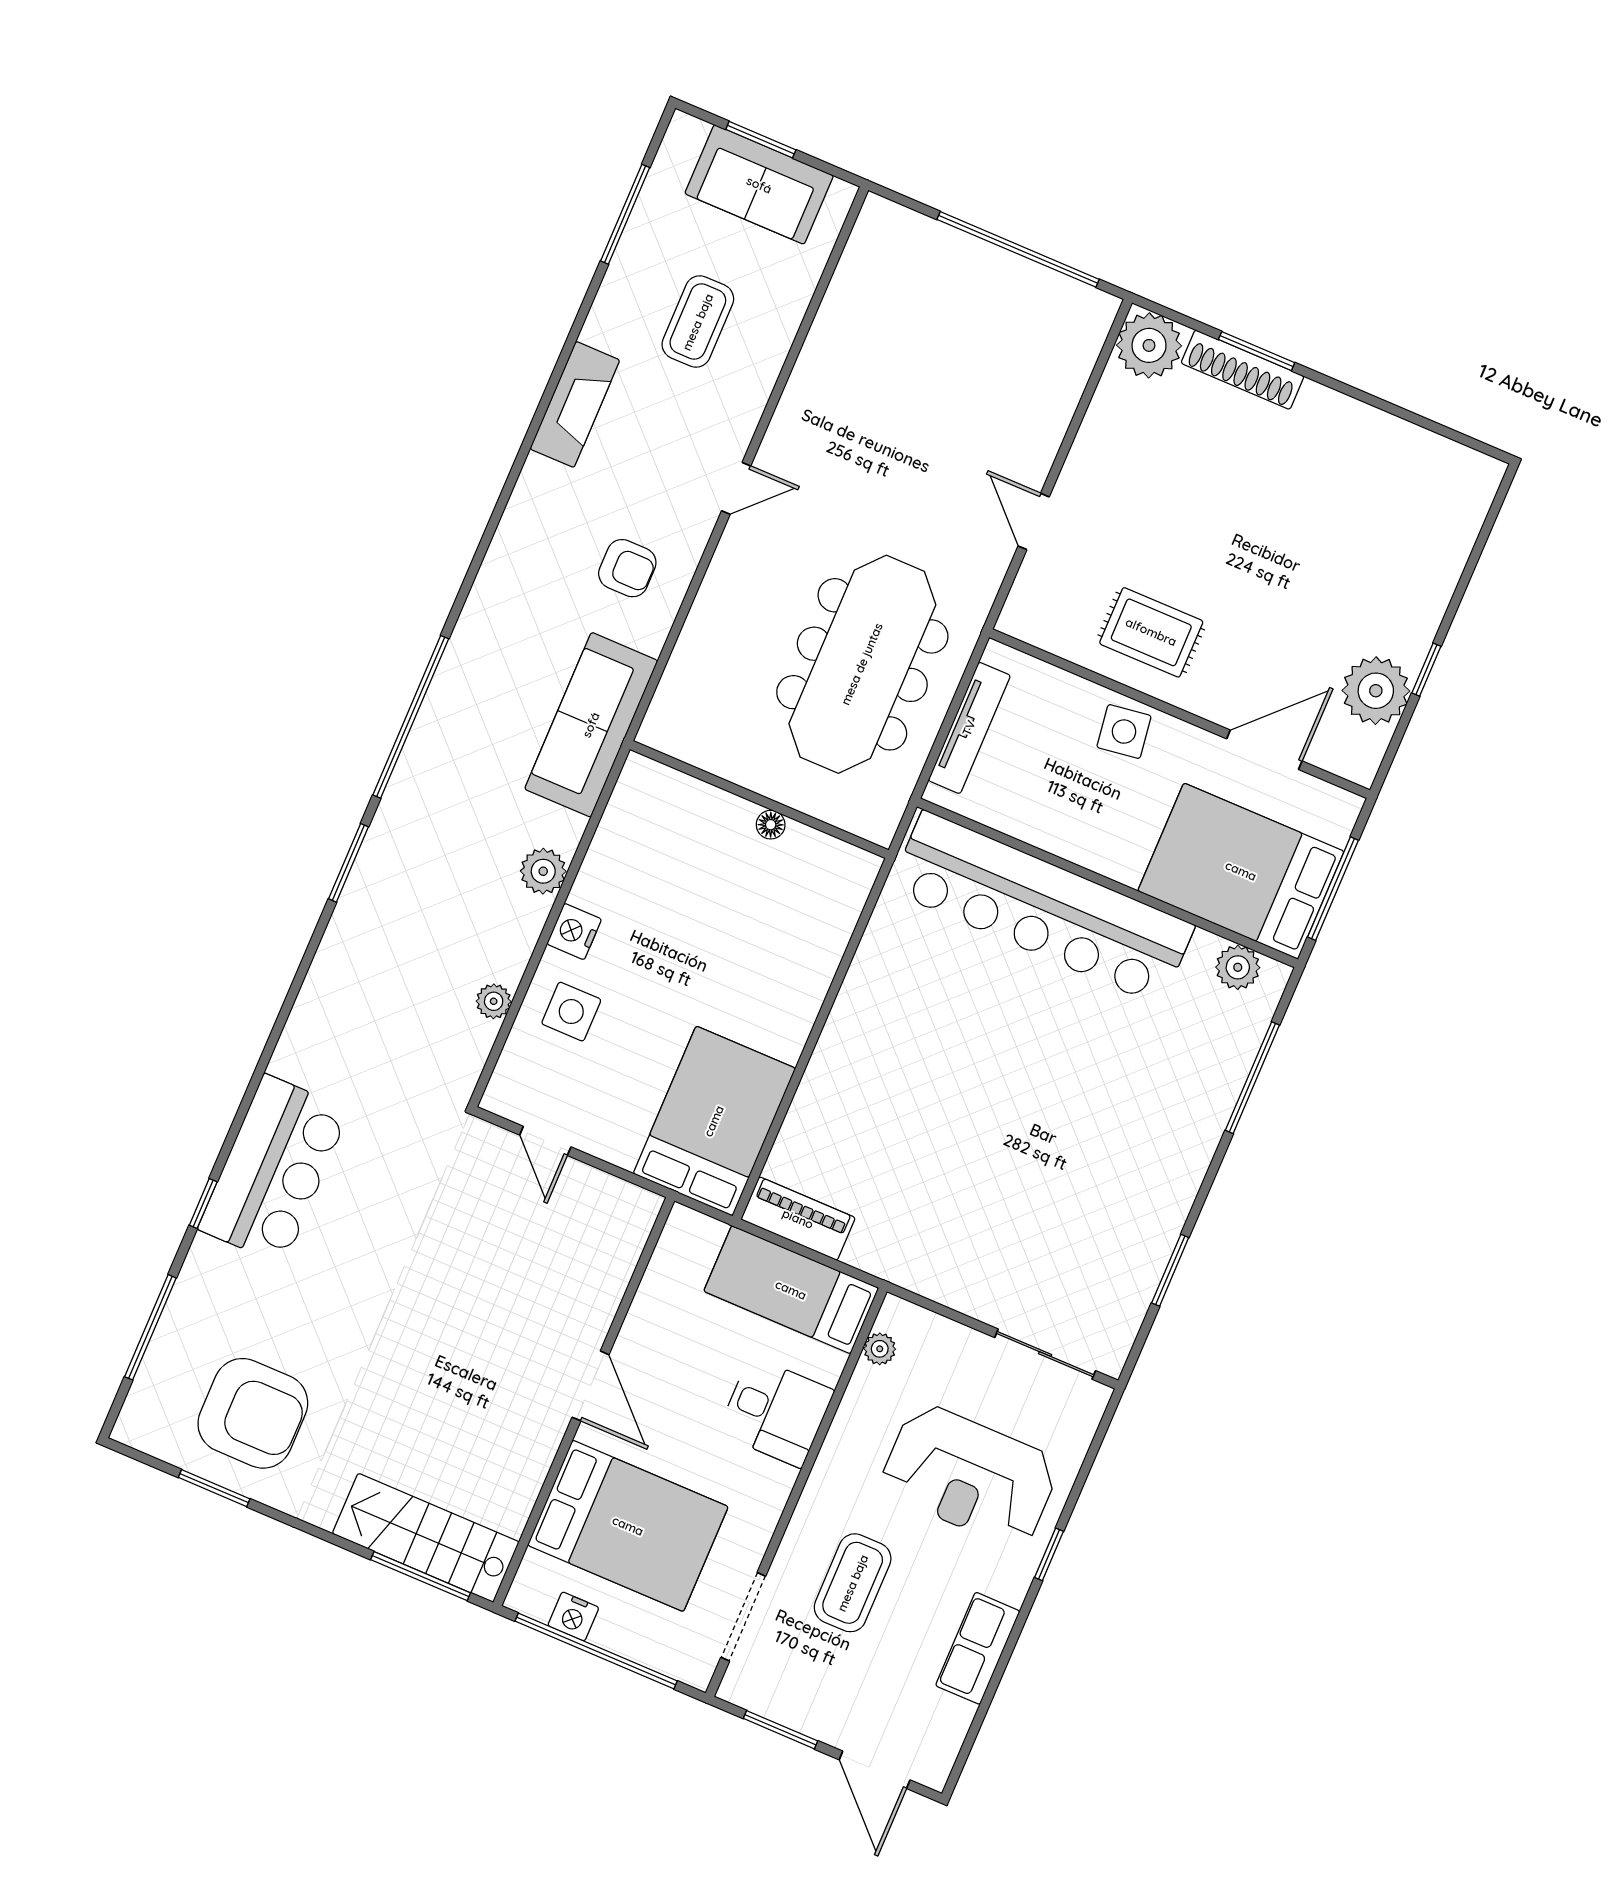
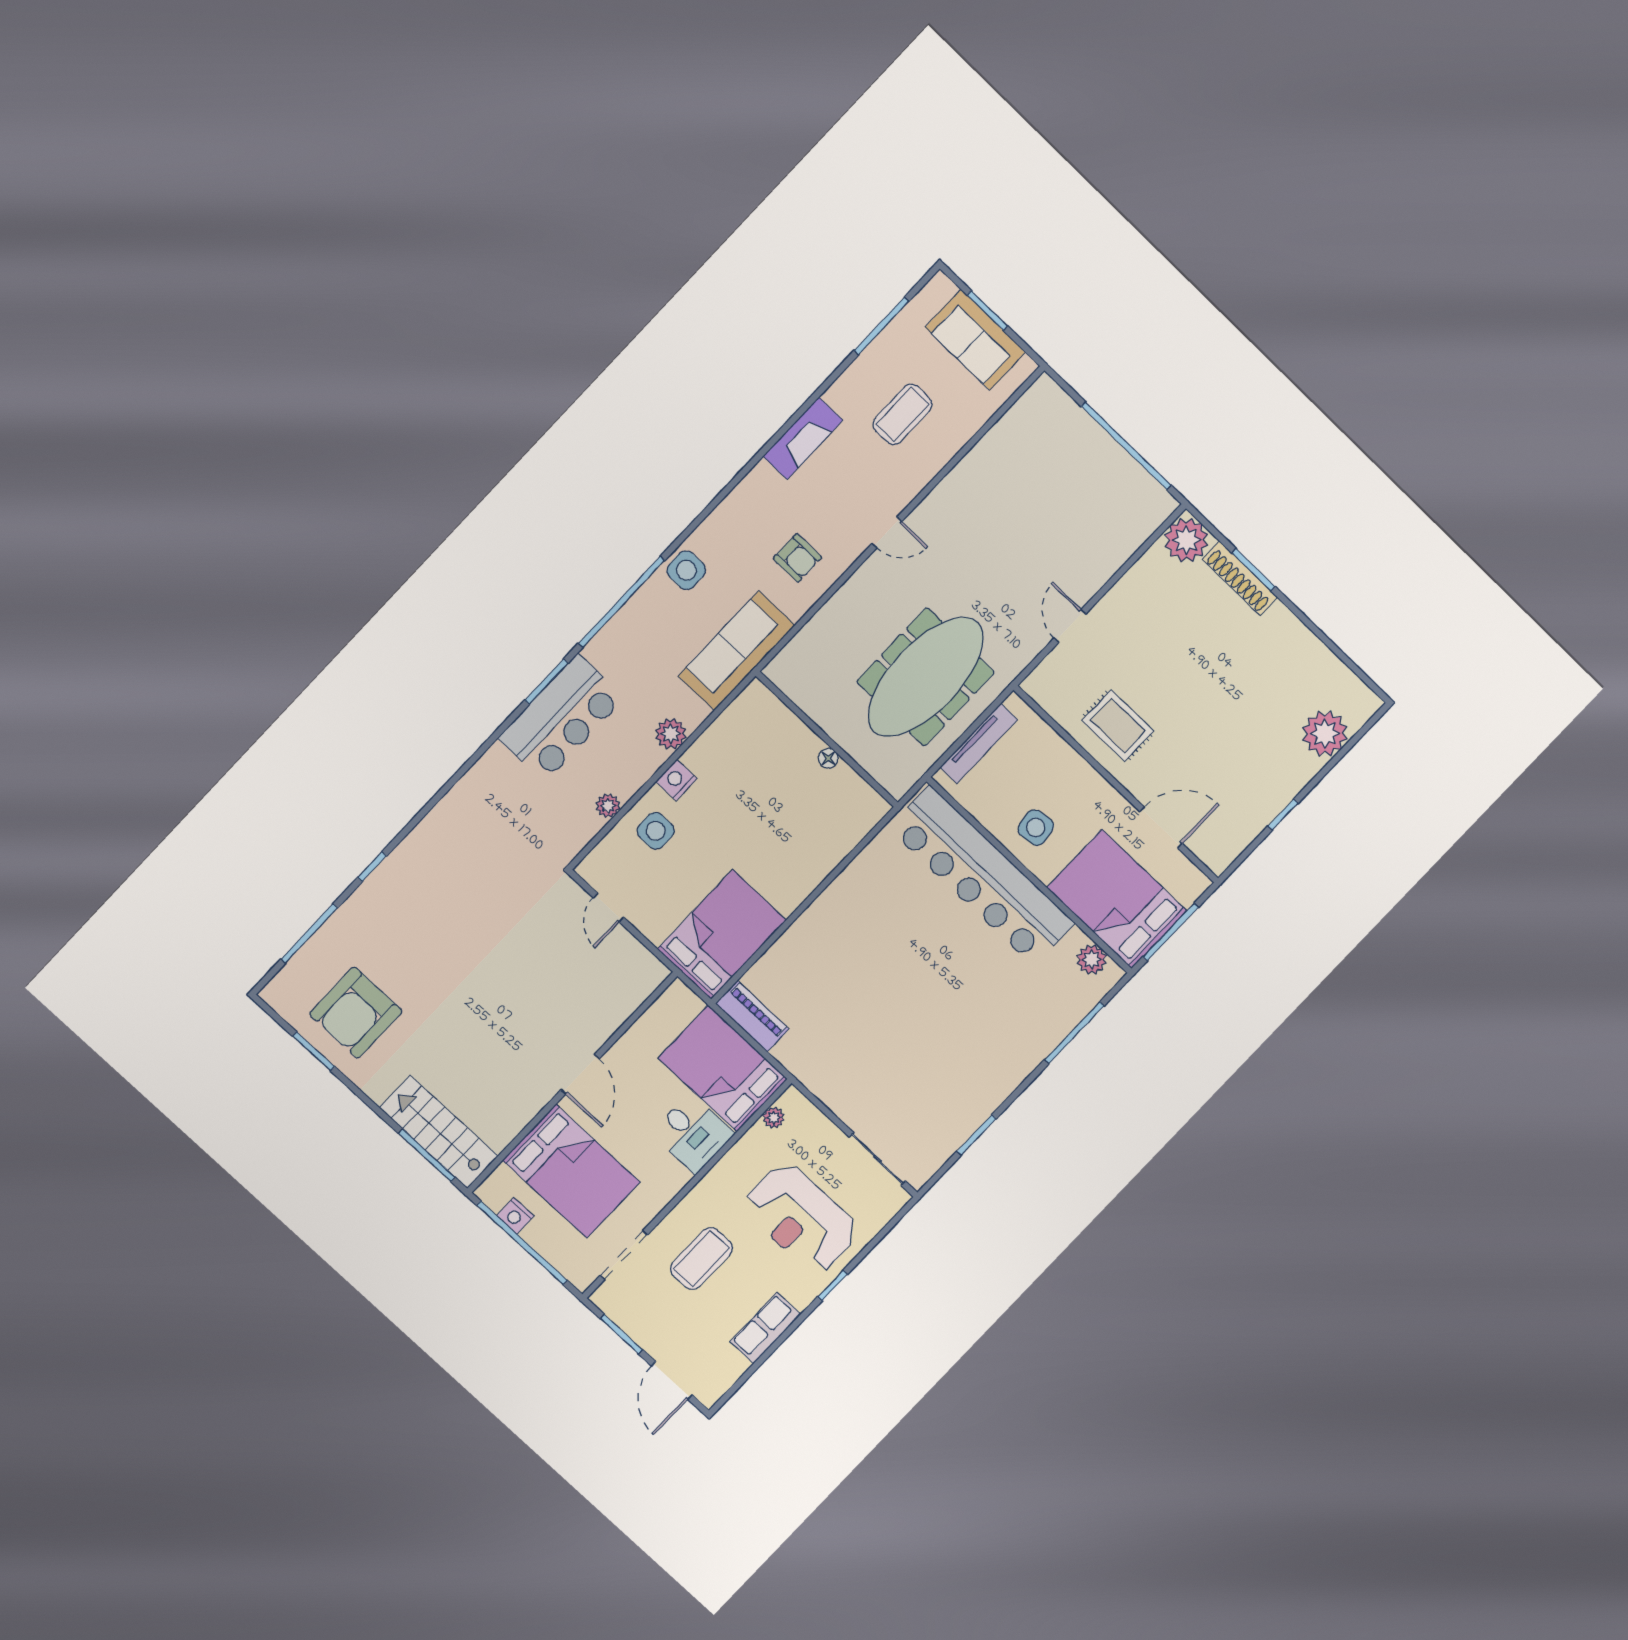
side table: (483, 641) -> (686, 570), added
plant: (1376, 691) -> (1325, 734), moved
side table: (1124, 732) -> (1036, 828), moved
bar counter: (274, 1169) -> (561, 718), moved
bed: (791, 1290) -> (723, 1069), width x1.50
armchair: (253, 1413) -> (356, 1013), turned 90

